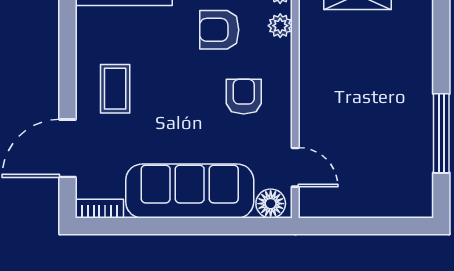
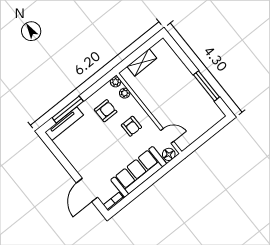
armchair: (219, 30) -> (106, 111), turned 180
coffee table: (115, 89) -> (87, 158), removed
armchair: (244, 97) -> (131, 126), turned 180

